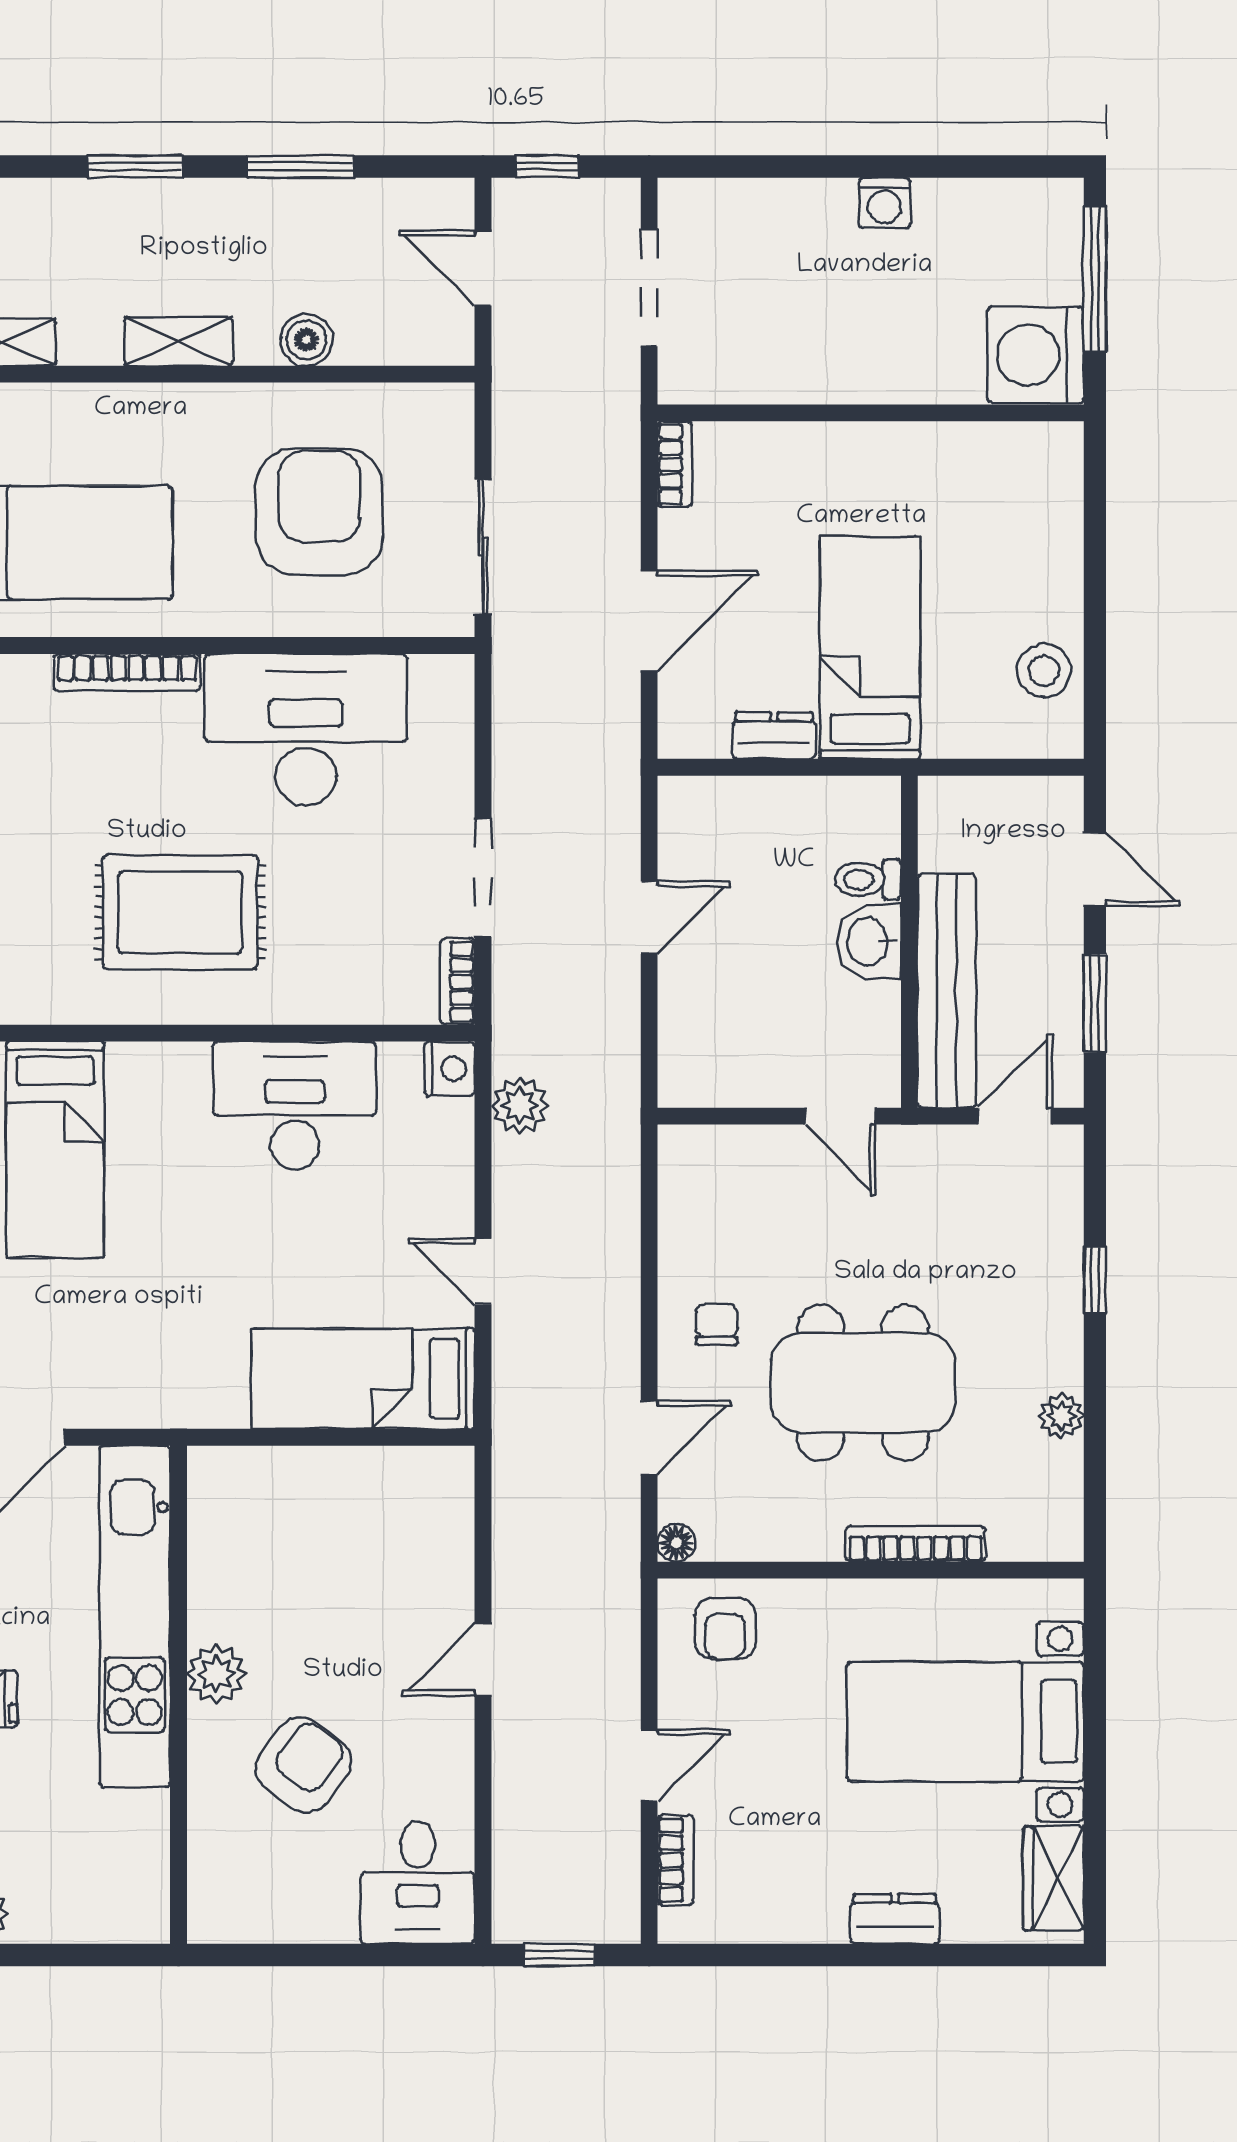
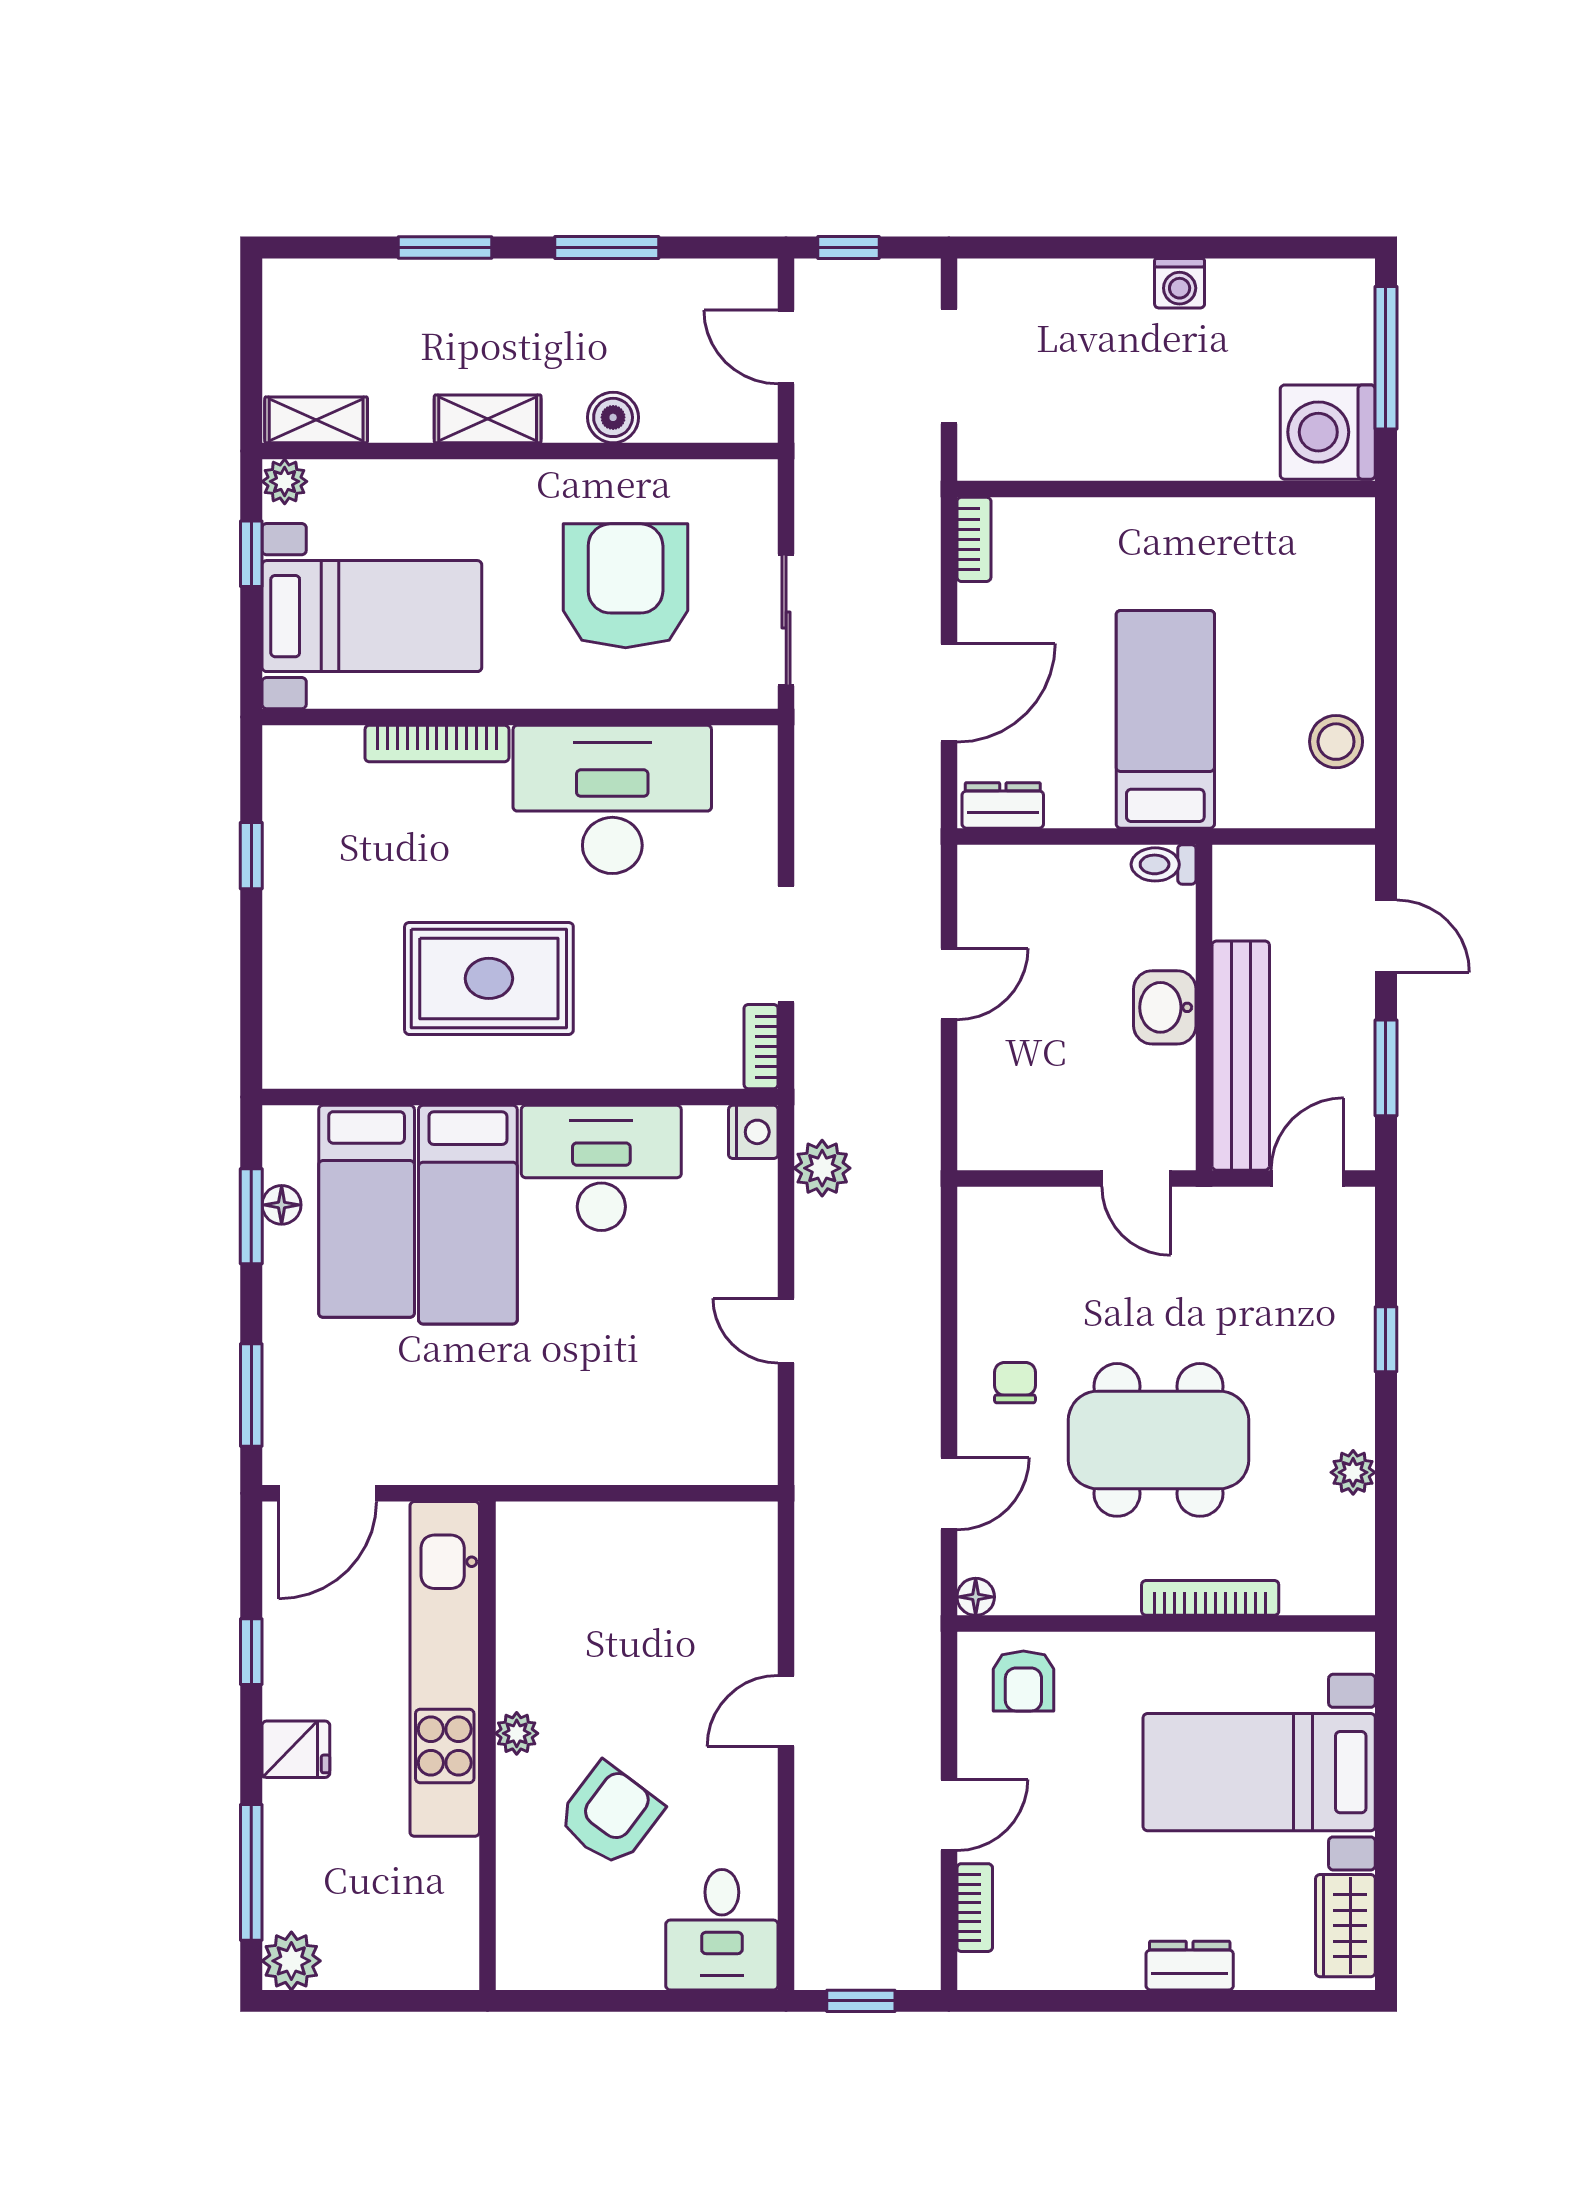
dresser: (774, 736) -> (1003, 805), moved
toilet: (868, 879) -> (1164, 864), moved
bed: (363, 1379) -> (468, 1215), moved, turned -90
plant: (216, 1674) -> (517, 1733), width x0.73, depth x0.73

